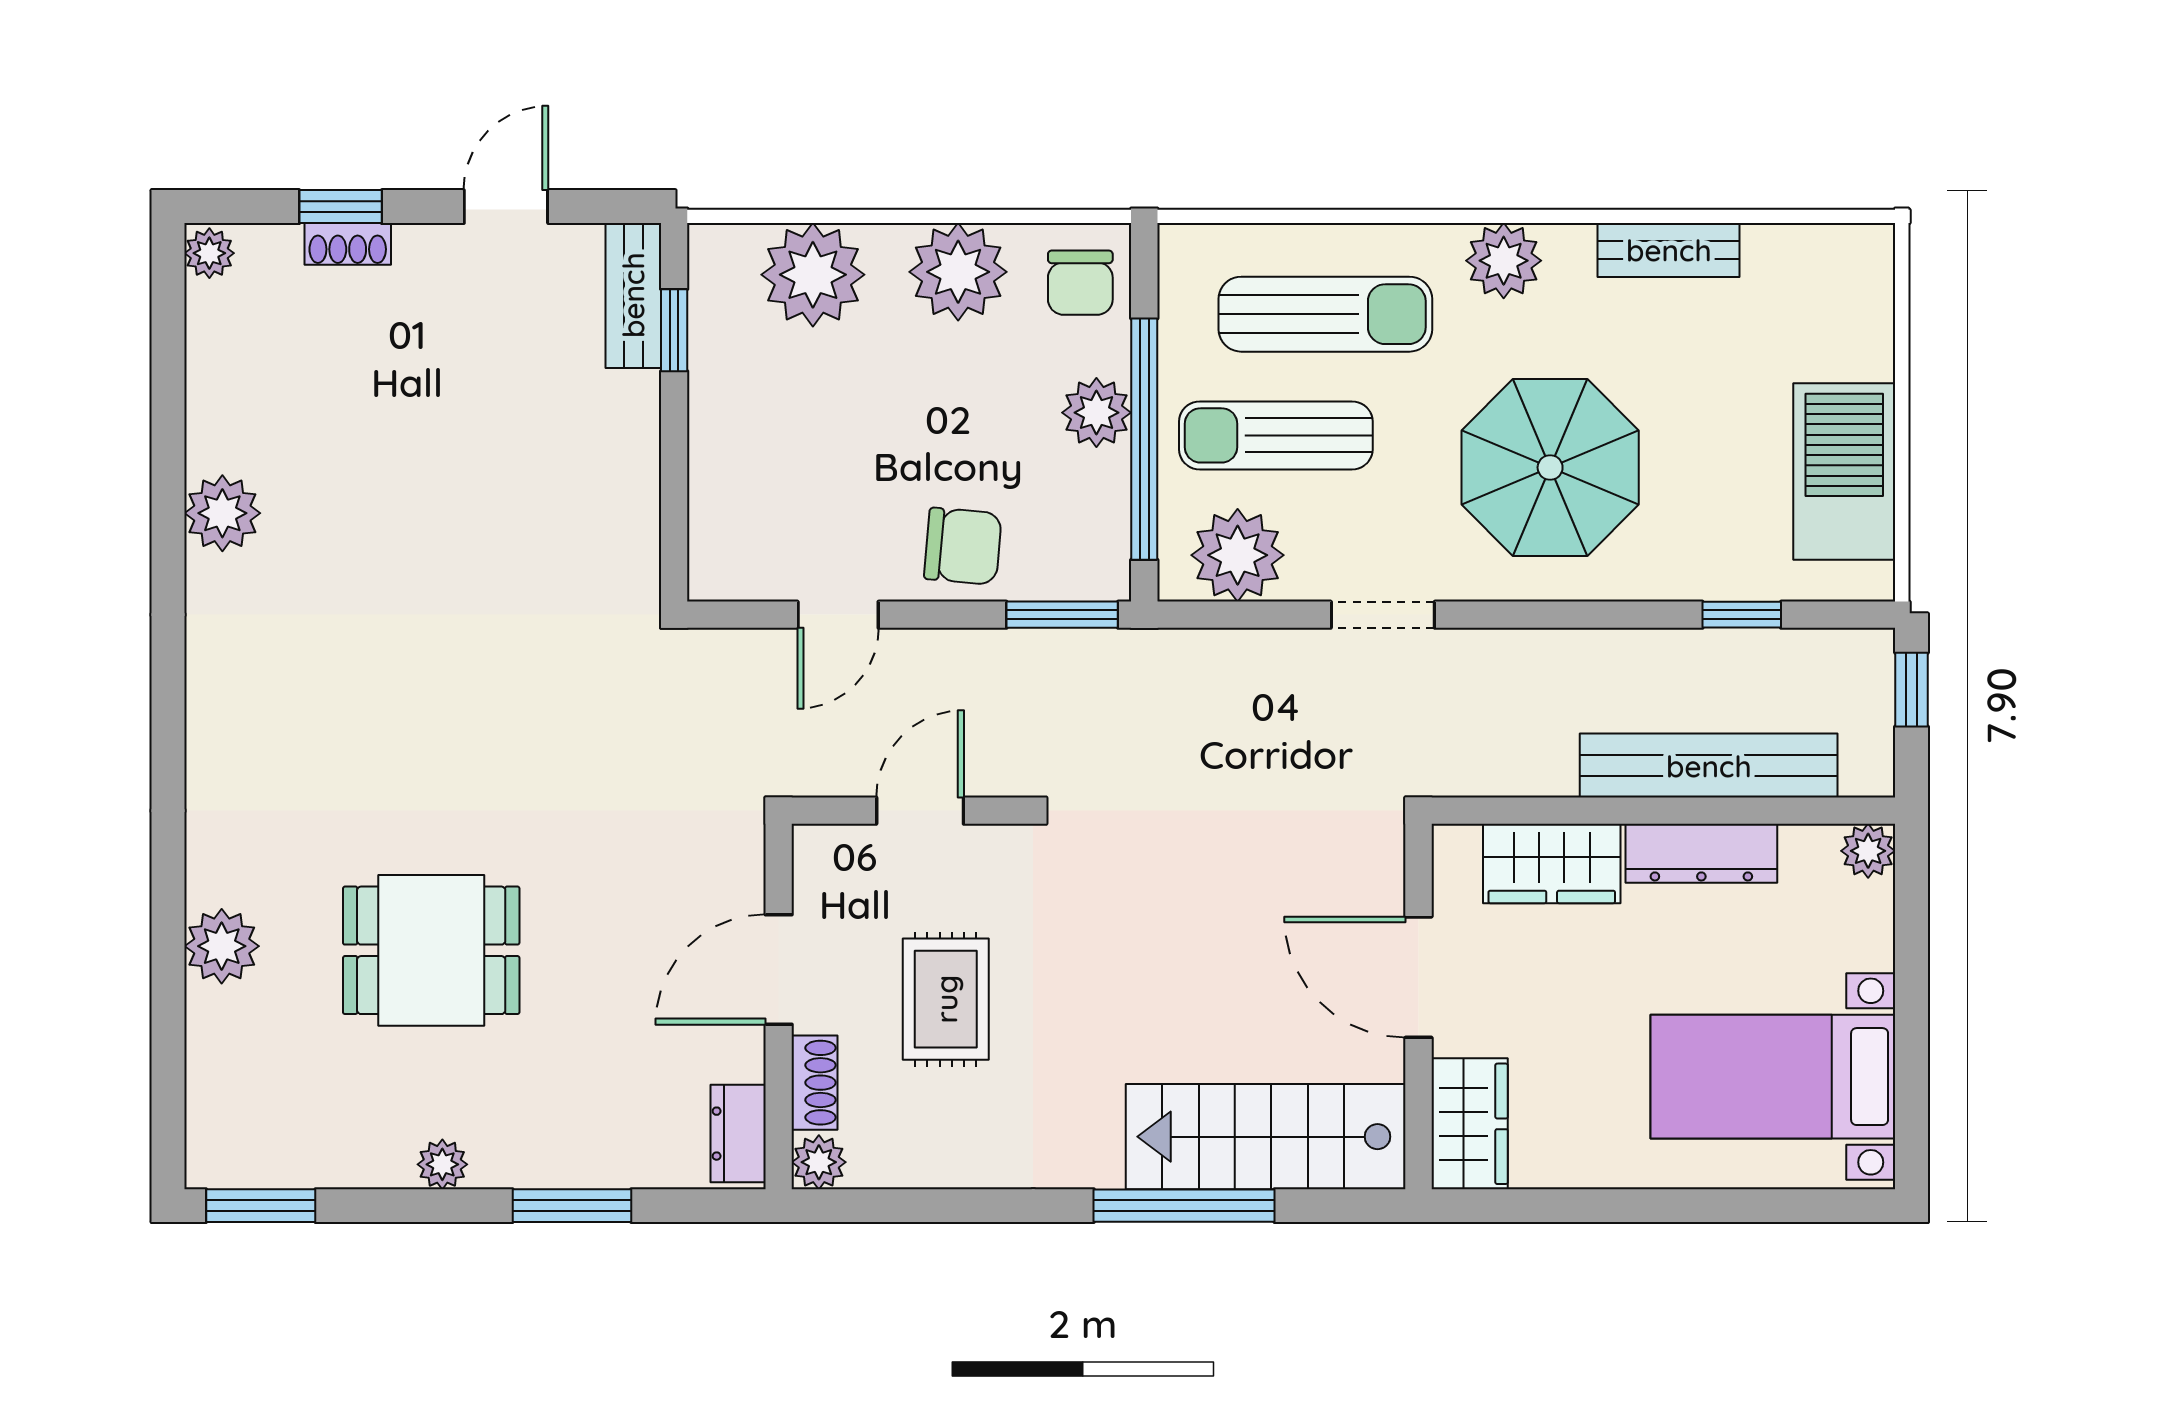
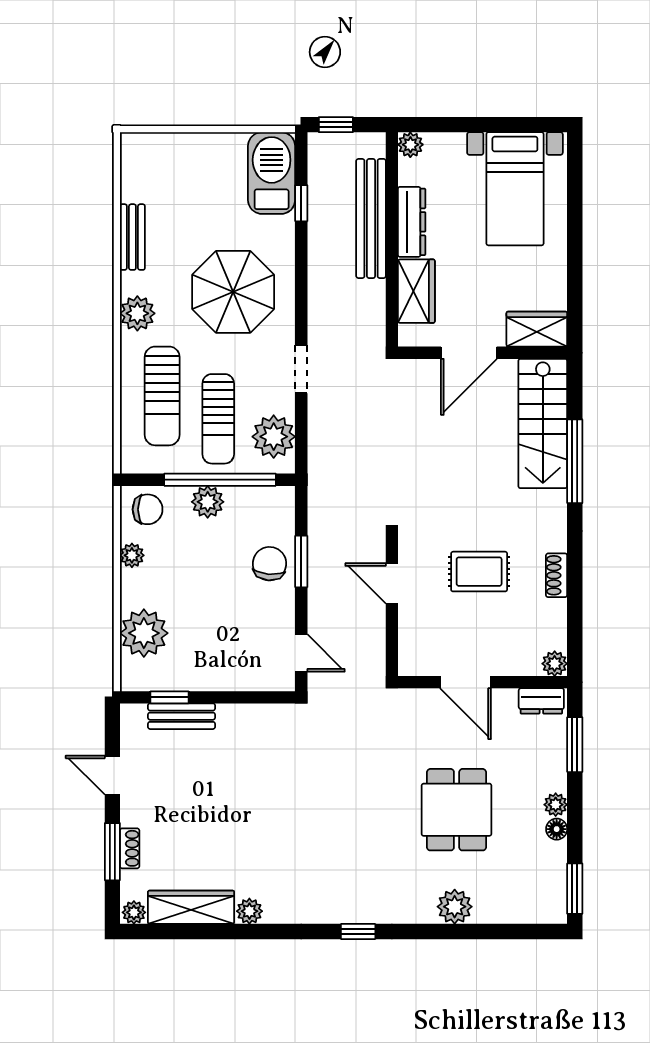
window: (341, 207) -> (112, 852), width x1.50
plant: (958, 272) -> (132, 555), width x0.53, depth x0.53
bench: (633, 295) -> (181, 716), moved
sun lounger: (1325, 314) -> (162, 396), turned 180
wardrobe: (220, 377) -> (191, 907), added
barbecue: (1844, 471) -> (272, 173), moved, turned 90
plant: (222, 513) -> (249, 911), width x0.73, depth x0.73
door: (838, 615) -> (301, 653), moved
window: (1062, 615) -> (301, 562), moved
window: (168, 738) -> (358, 932), added
door: (779, 969) -> (465, 682), moved
wall: (779, 1006) -> (483, 682), moved
shoe rack: (815, 1083) -> (557, 575), moved, turned -90
dresser: (738, 1134) -> (541, 701), moved
plant: (819, 1162) -> (555, 664), moved
floor lamp: (389, 1167) -> (557, 829), added

